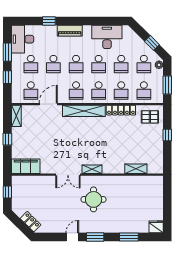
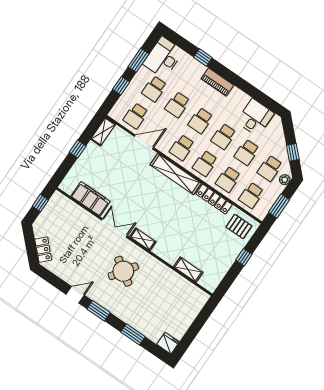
desk: (107, 37) -> (255, 117), width x0.73
filing cabinet: (26, 166) -> (90, 199), moved
double door: (68, 175) -> (114, 228), swing flipped
round table: (94, 199) -> (123, 271), turned 34

